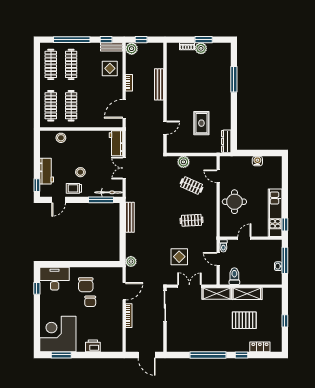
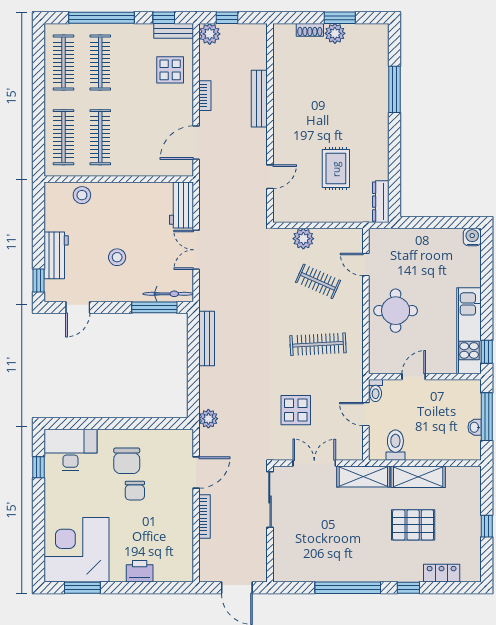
water cooler: (257, 161) -> (472, 237), moved
trolley: (74, 188) -> (105, 287), removed
clothes rail: (192, 220) -> (318, 344), width x1.36

